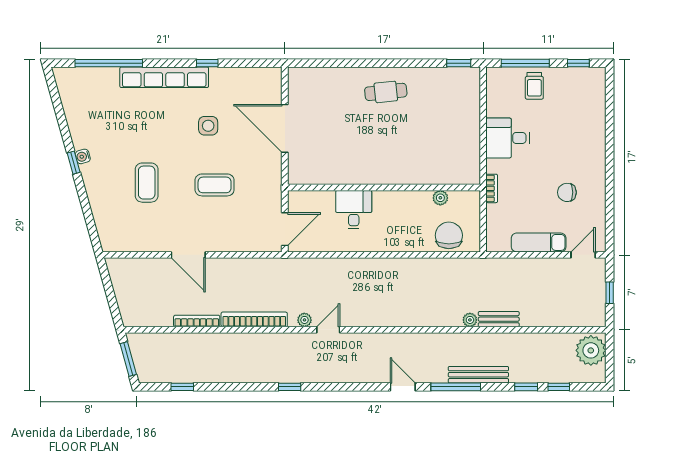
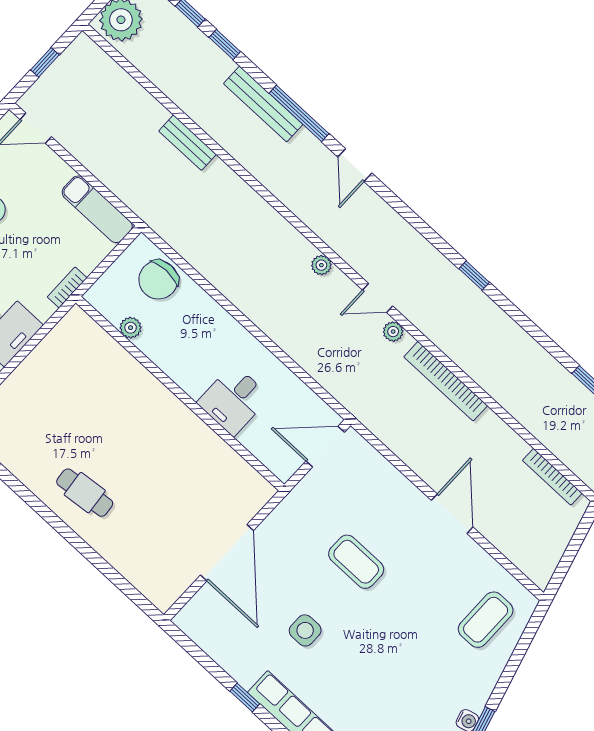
coffee table: (147, 183) -> (486, 620), moved
exam couch: (539, 242) -> (97, 209), moved
plant: (470, 320) -> (321, 265), moved
bookcase: (197, 321) -> (552, 477), moved

